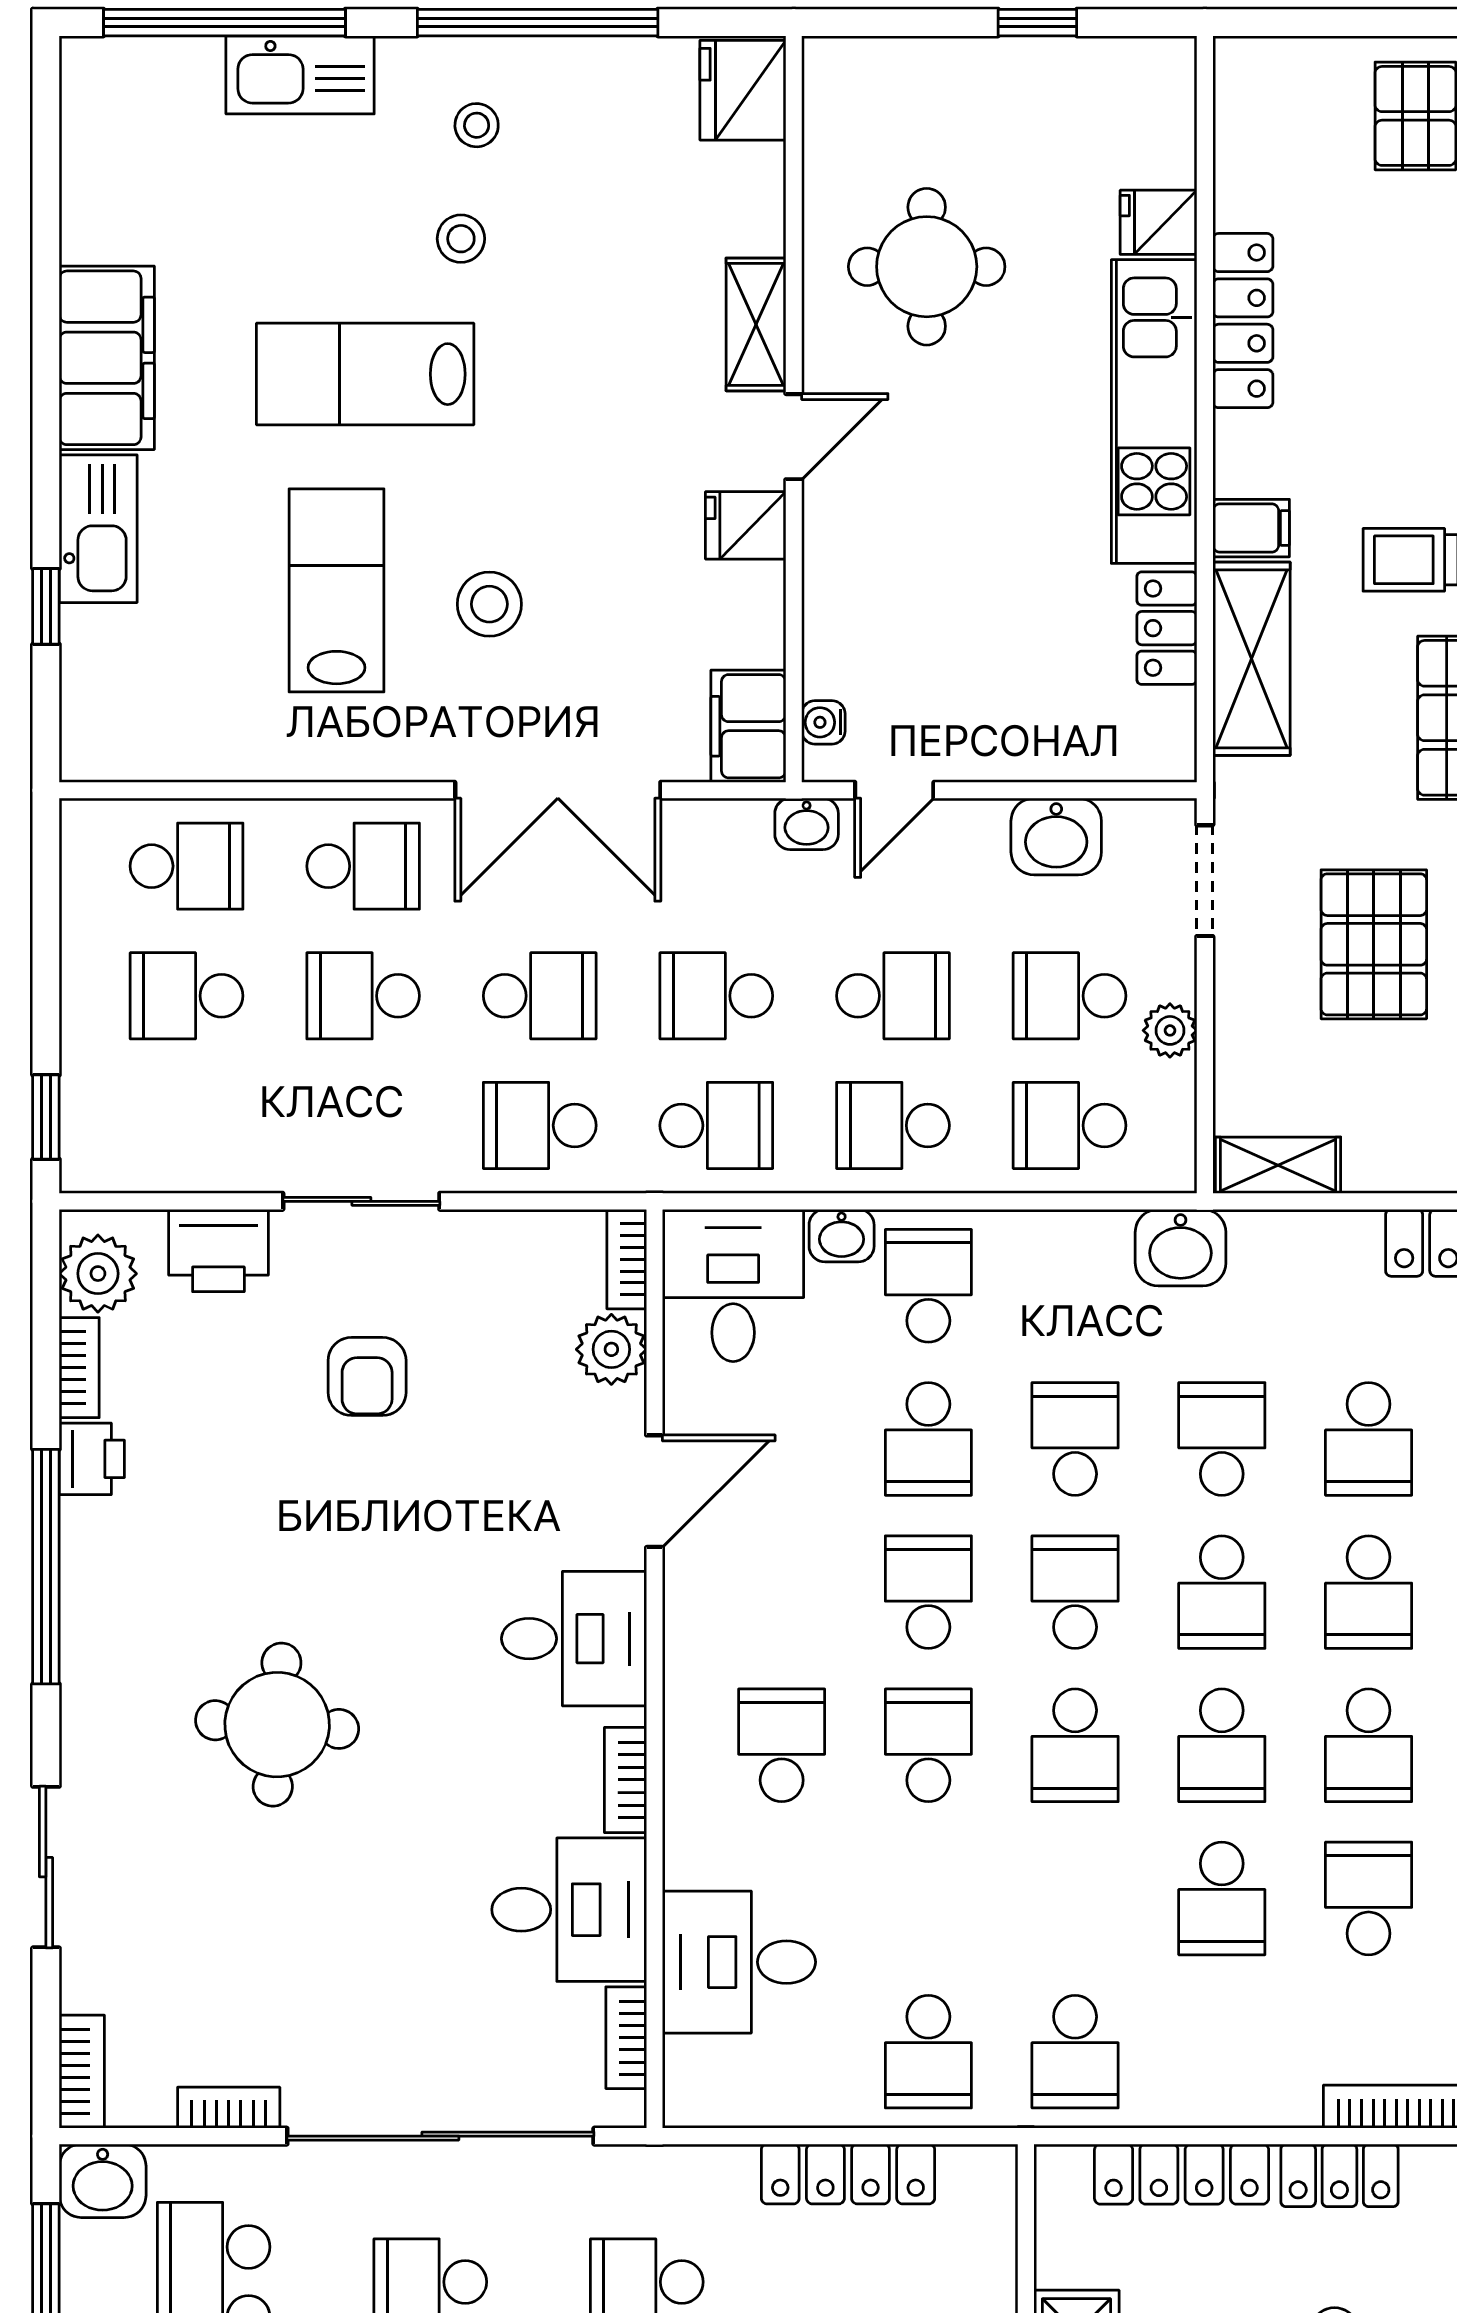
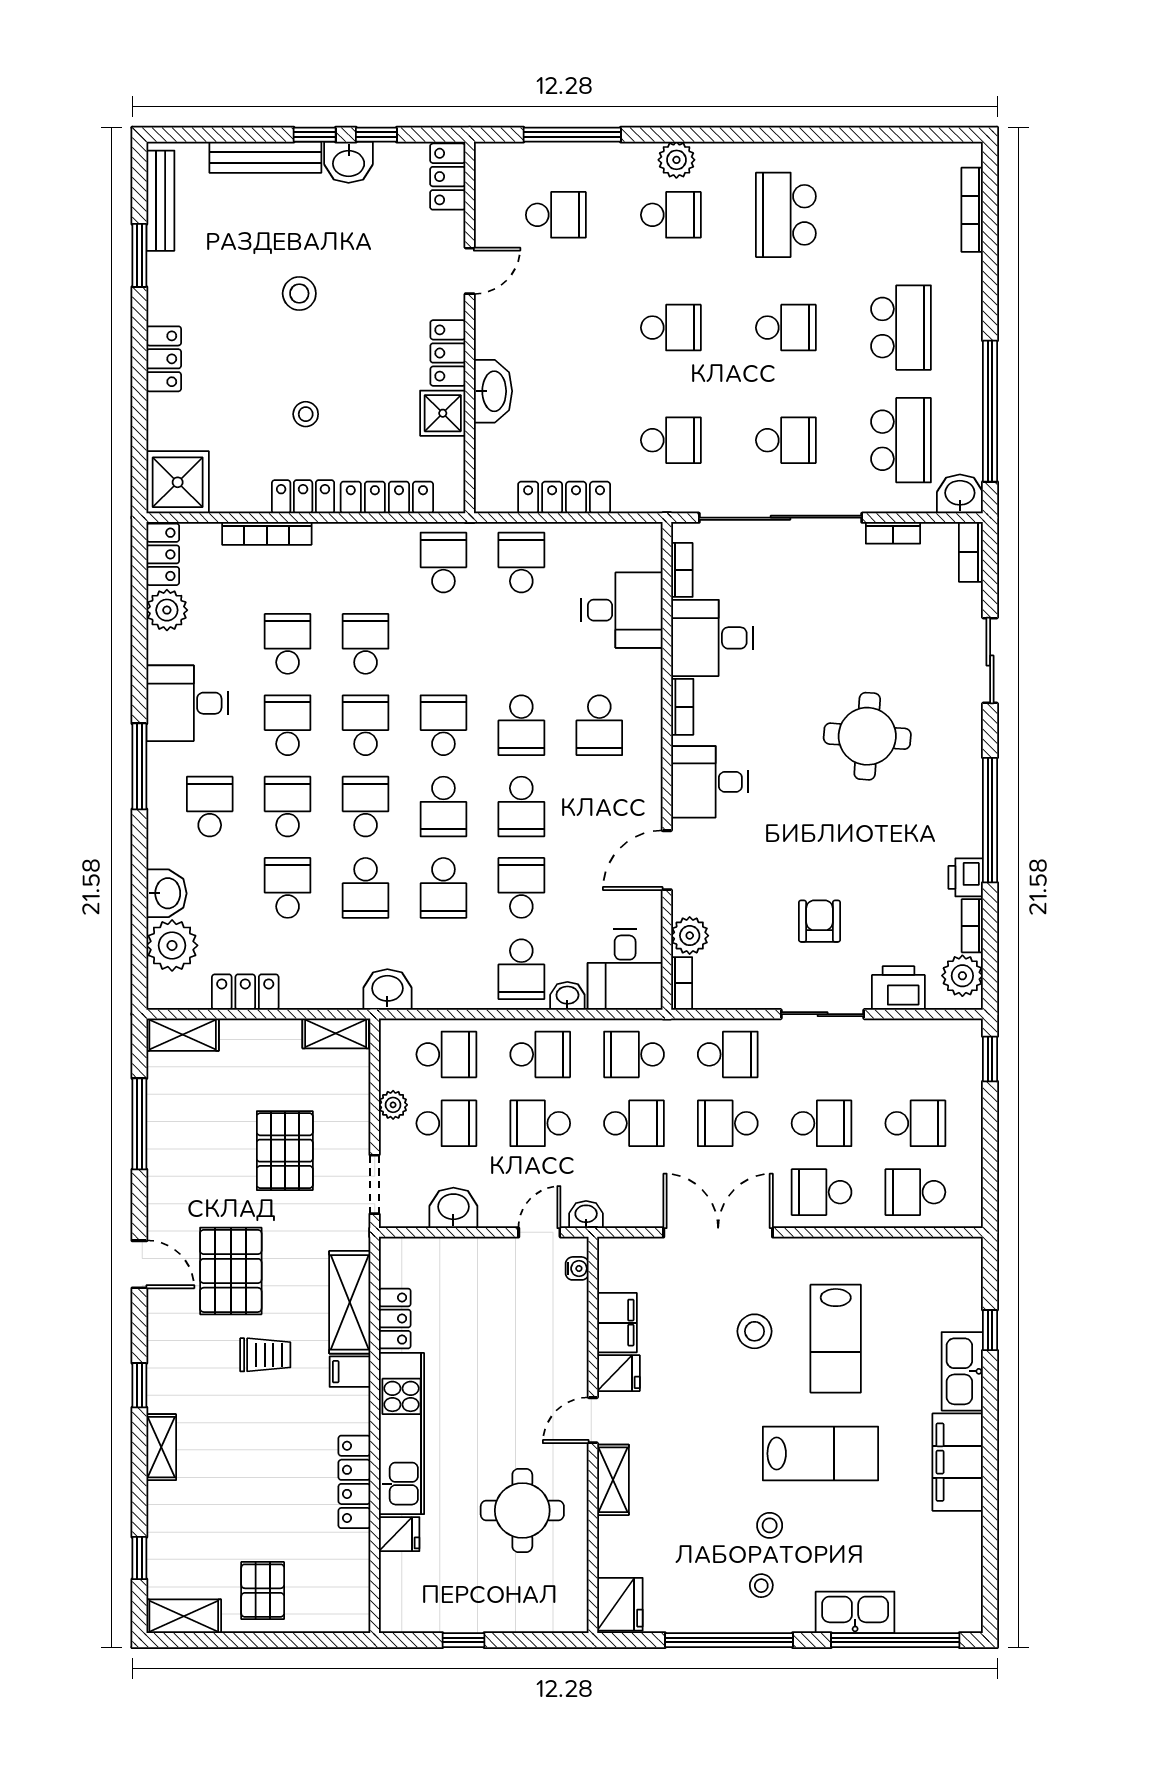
filing cabinet: (748, 726) -> (617, 1323), moved
school desk: (1369, 1898) -> (288, 644), turned 180

